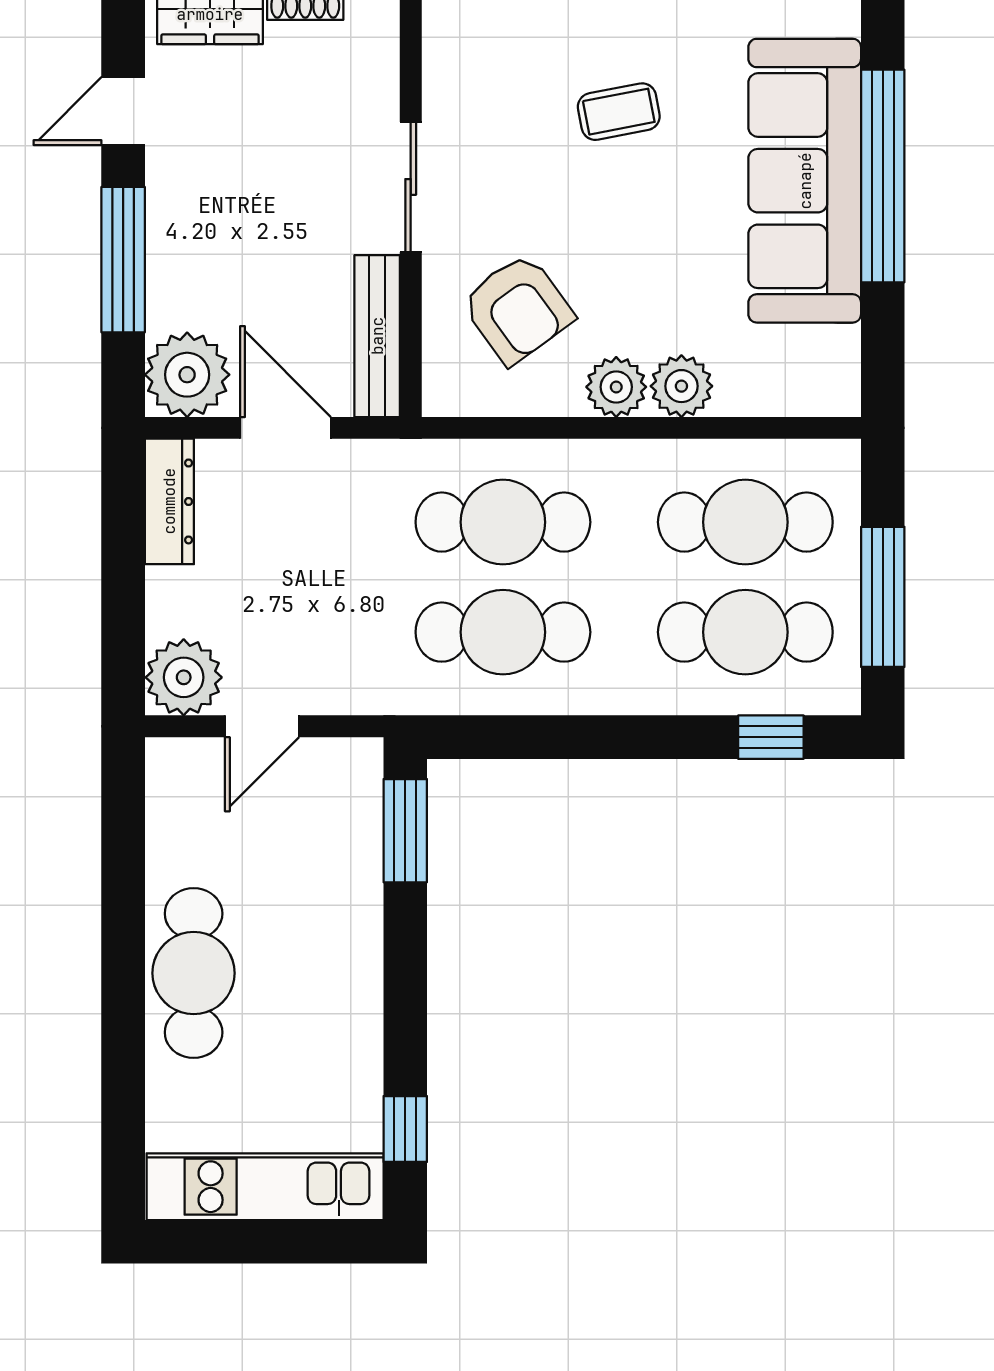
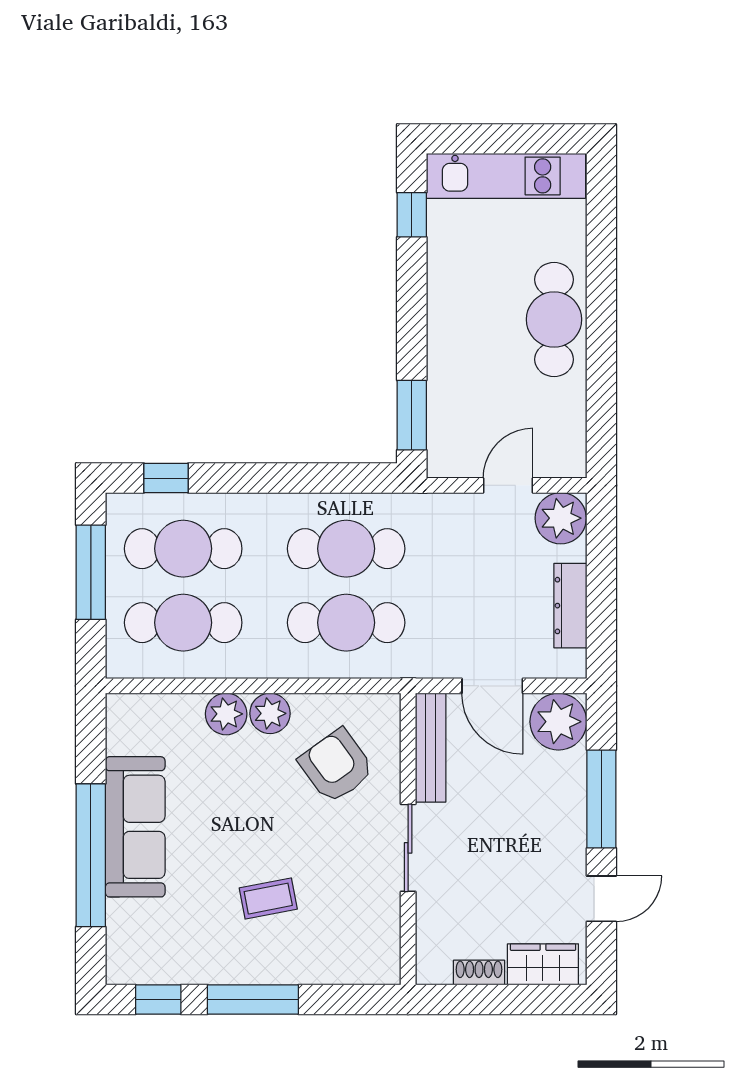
sofa: (805, 181) -> (135, 827), width x0.74, depth x0.79
dresser: (169, 501) -> (570, 606), moved

